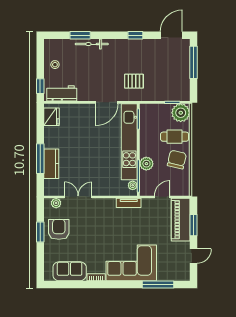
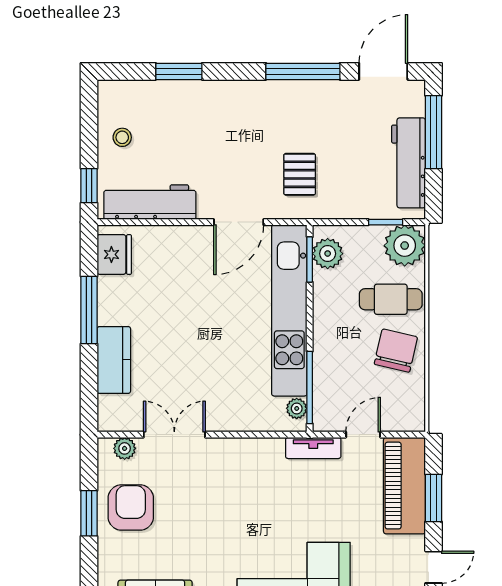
window: (135, 35) -> (303, 71), width x2.17
bicycle: (92, 44) -> (205, 91), removed
workbench: (182, 76) -> (408, 163), added
pallet: (134, 81) -> (300, 174), turned 90
workbench: (62, 93) -> (150, 202), width x1.38
window: (40, 159) -> (89, 310), moved
plant: (146, 164) -> (328, 254), moved
tv unit: (129, 203) -> (313, 448), moved

